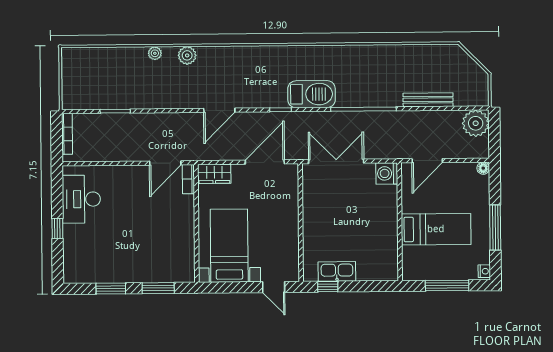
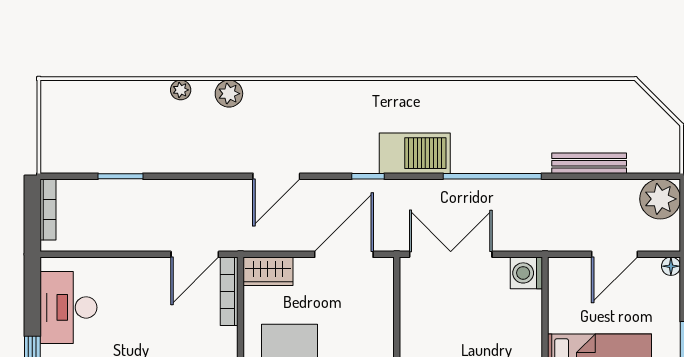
door: (427, 161) -> (614, 254), moved
bookcase: (188, 179) -> (229, 291), width x1.56

